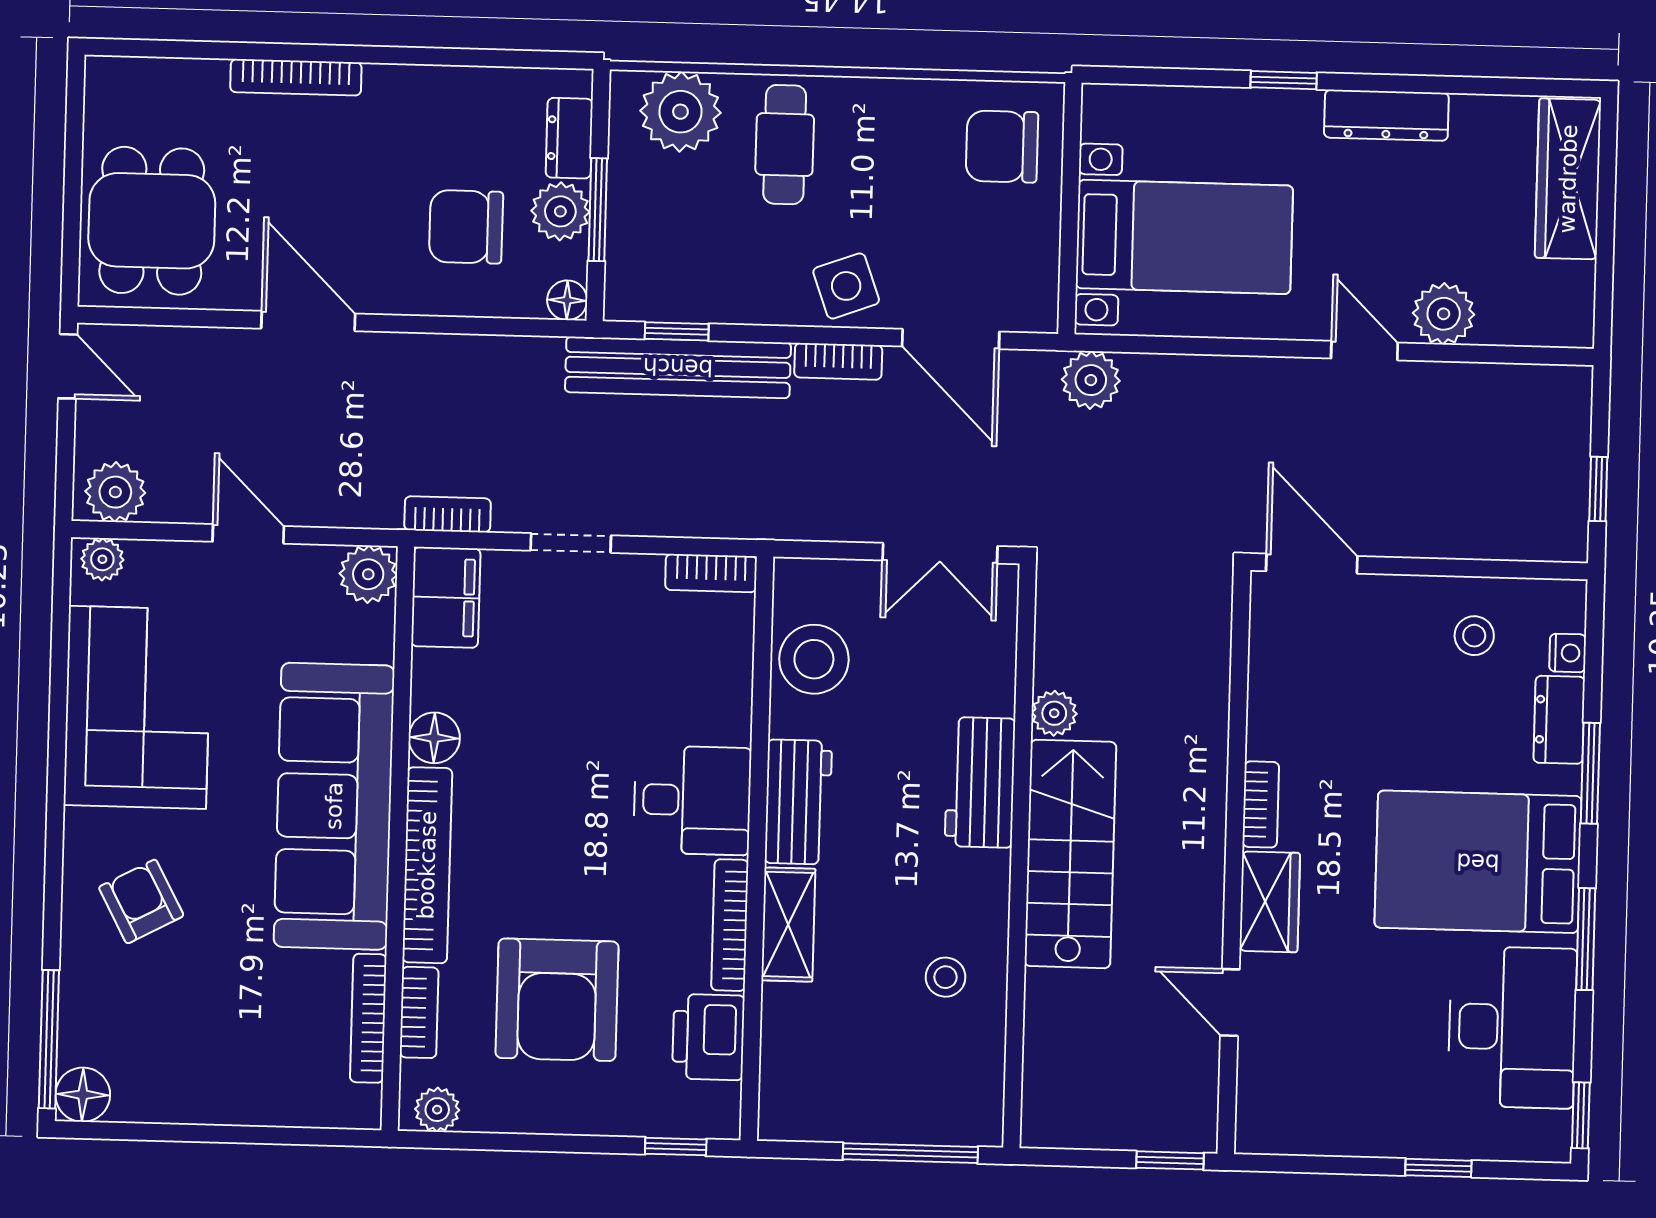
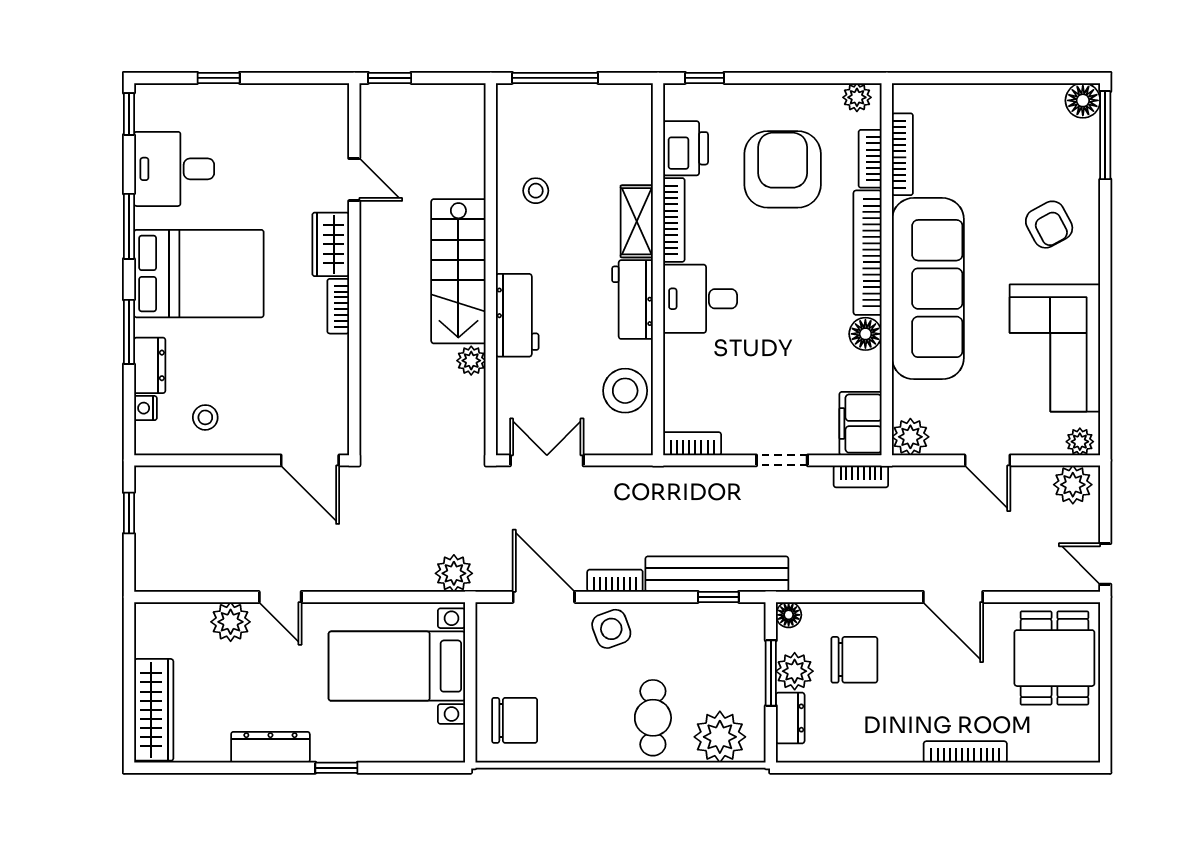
desk: (1512, 1027) -> (174, 169), width x0.73

